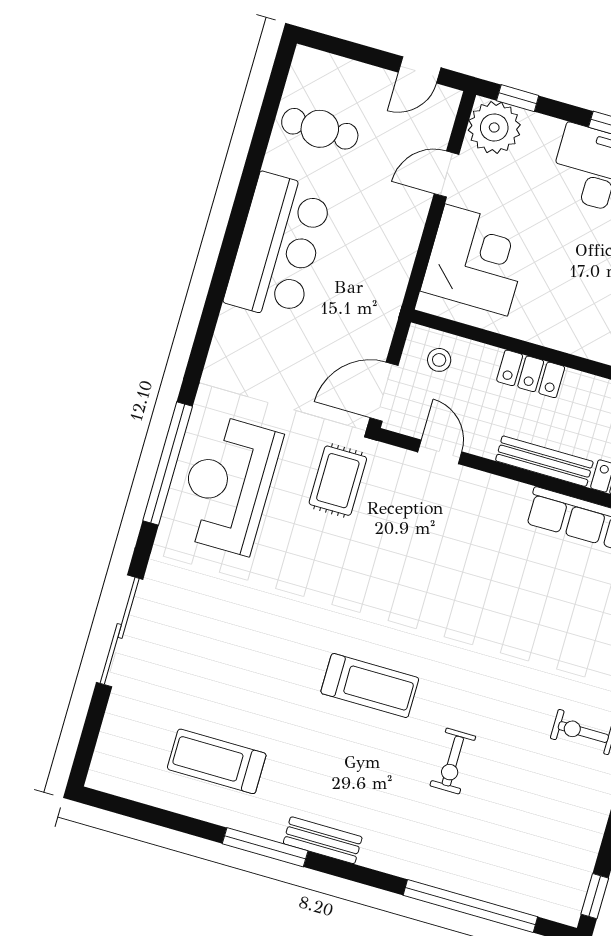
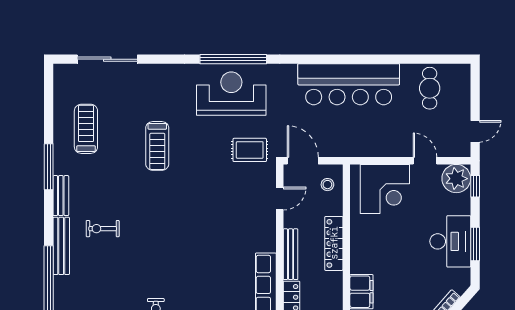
door: (420, 70) -> (475, 131), swing flipped
bar counter: (278, 247) -> (349, 84), width x1.36
locker: (531, 374) -> (334, 243), width x1.53
sliding door: (120, 631) -> (107, 59), moved
treadmill: (370, 686) -> (157, 146), moved
exercise bike: (453, 761) -> (103, 229), moved
bench: (412, 865) -> (61, 246), added

